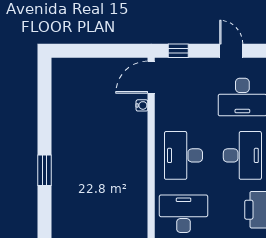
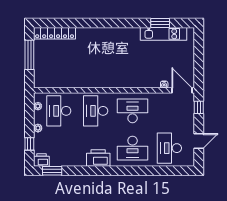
kitchen unit: (62, 106) -> (164, 34), added
window: (45, 170) -> (160, 23), moved
desk: (184, 214) -> (96, 111), turned 180

